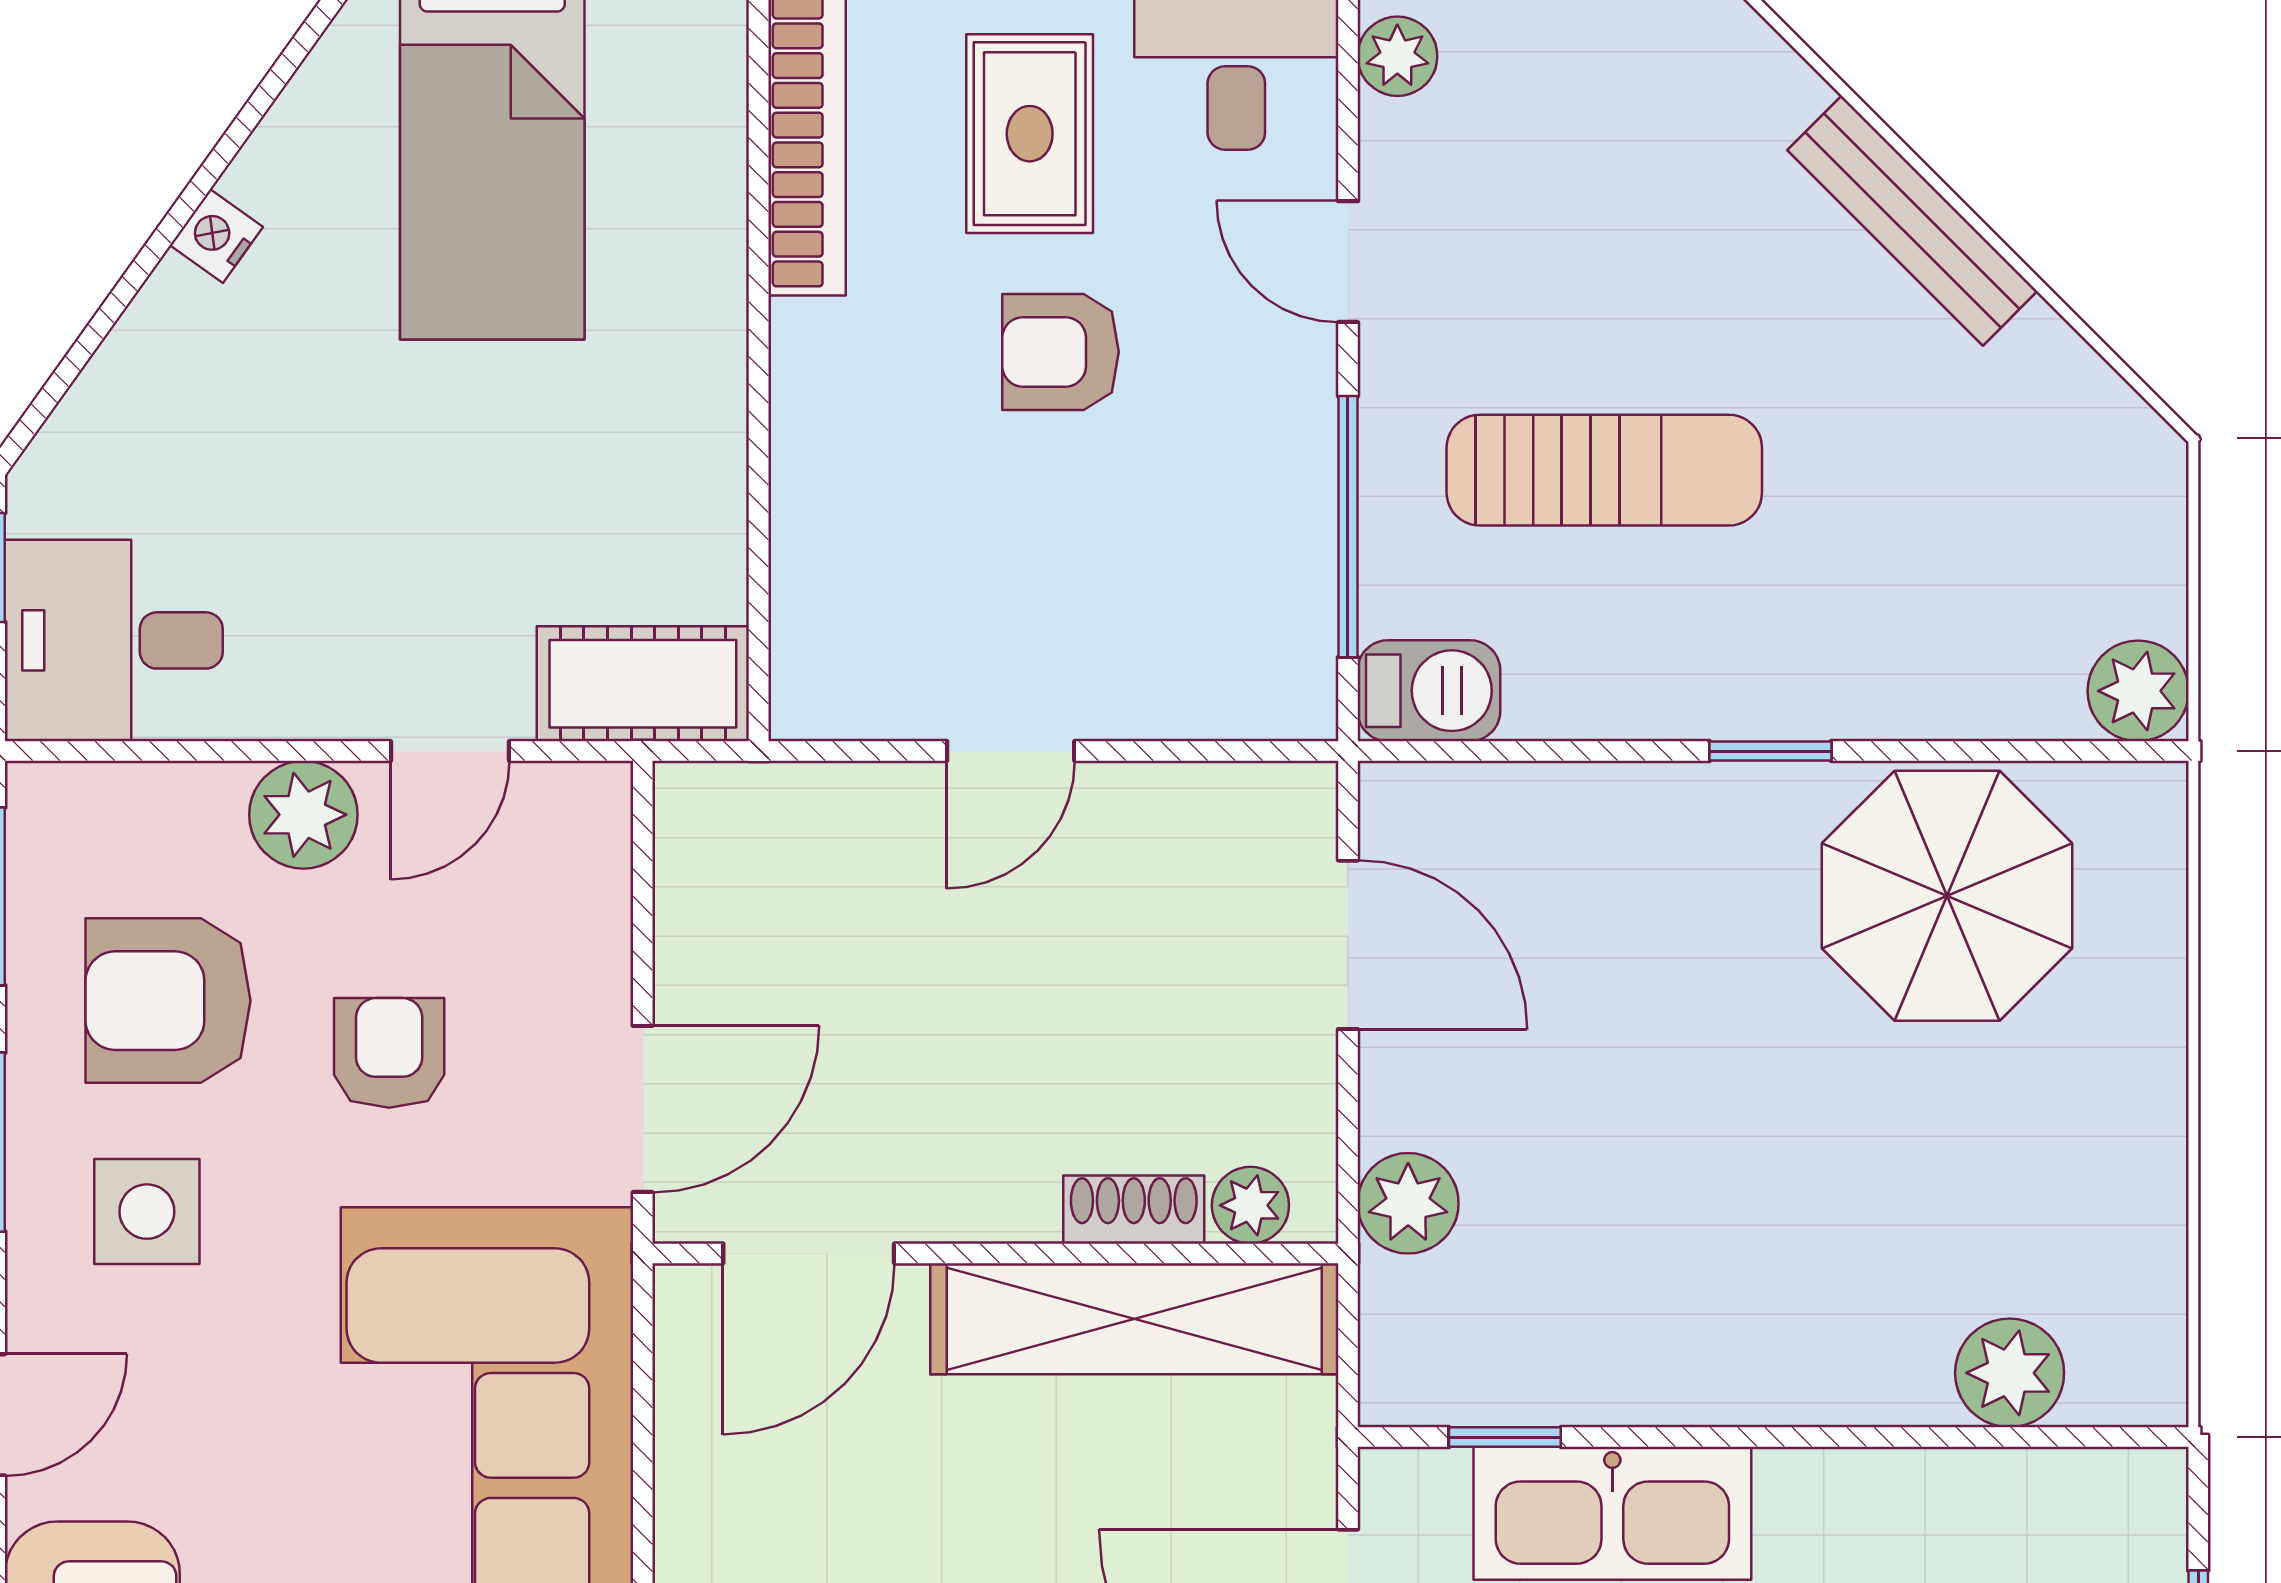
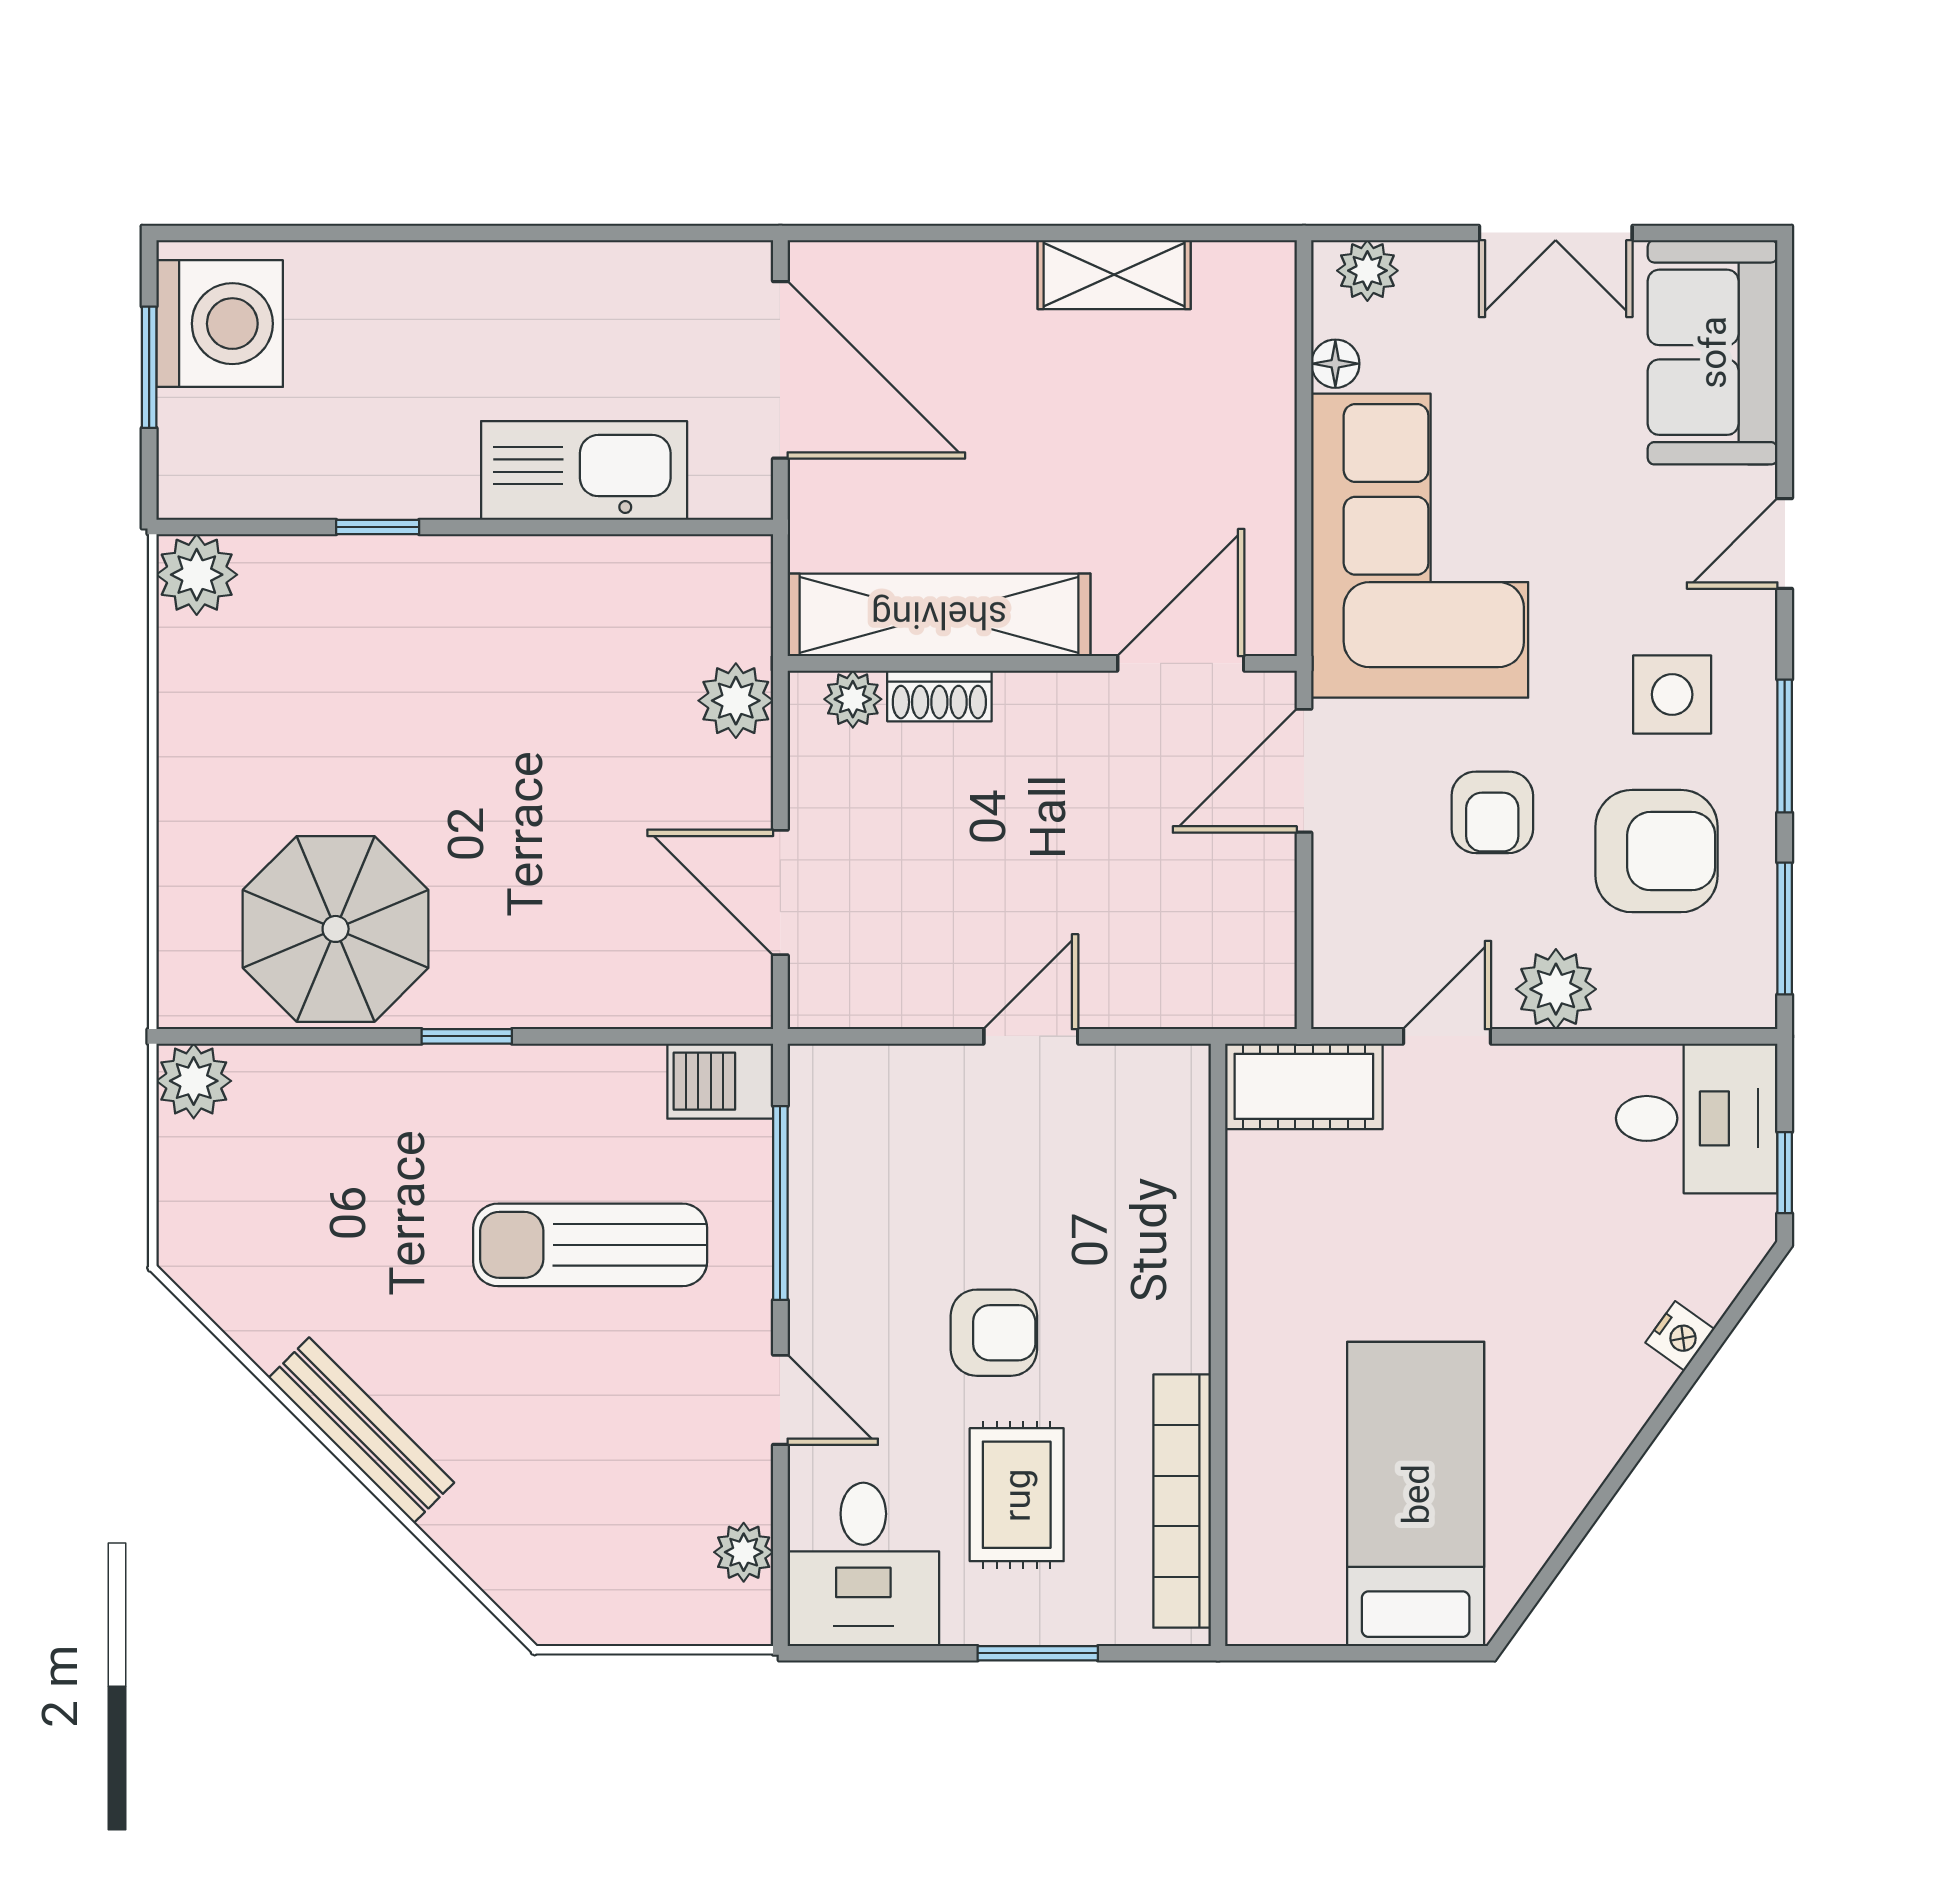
nightstand: (216, 236) -> (1680, 1336), moved
plant: (2010, 1373) -> (197, 575), moved
window: (1505, 1437) -> (378, 527), moved

